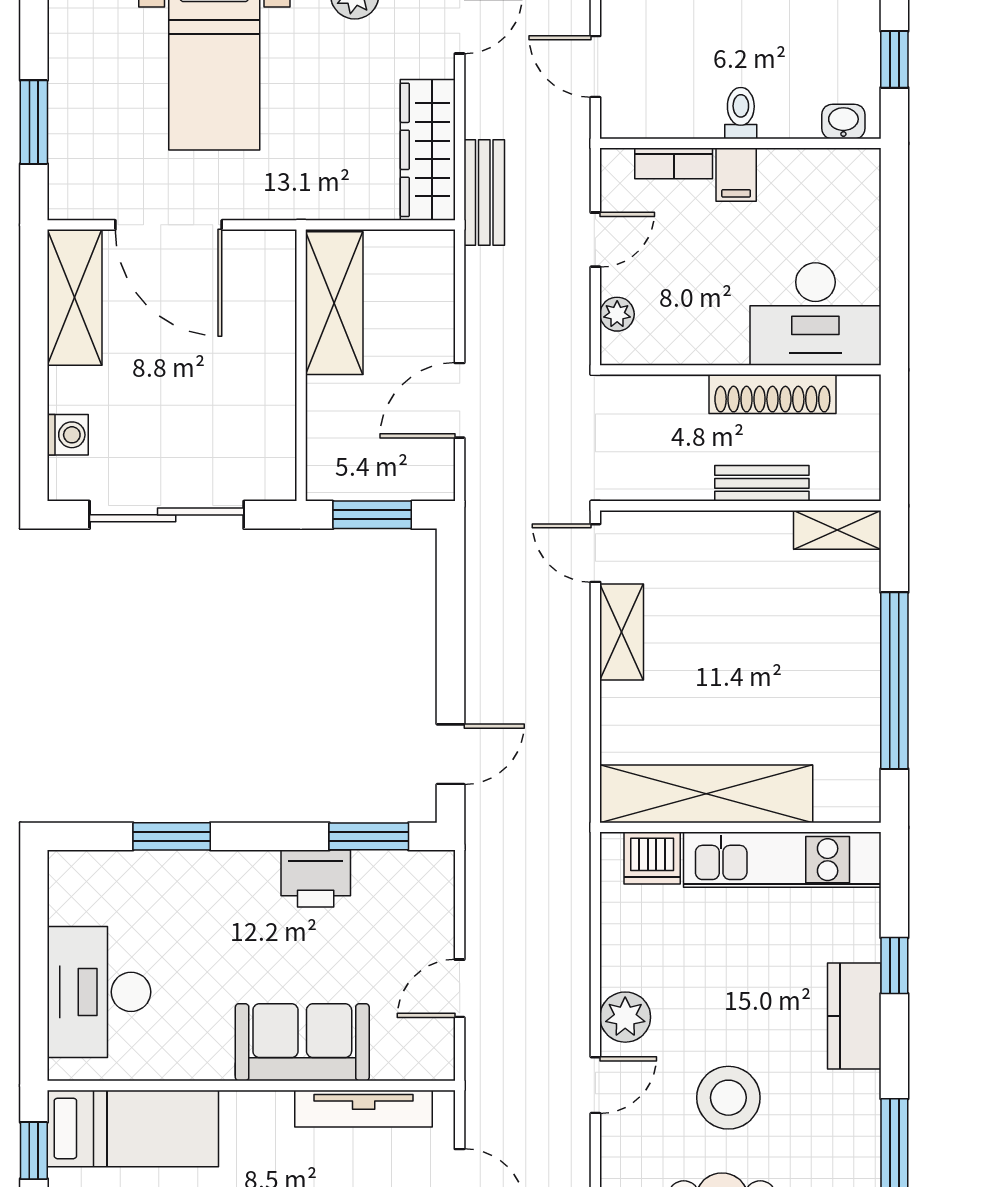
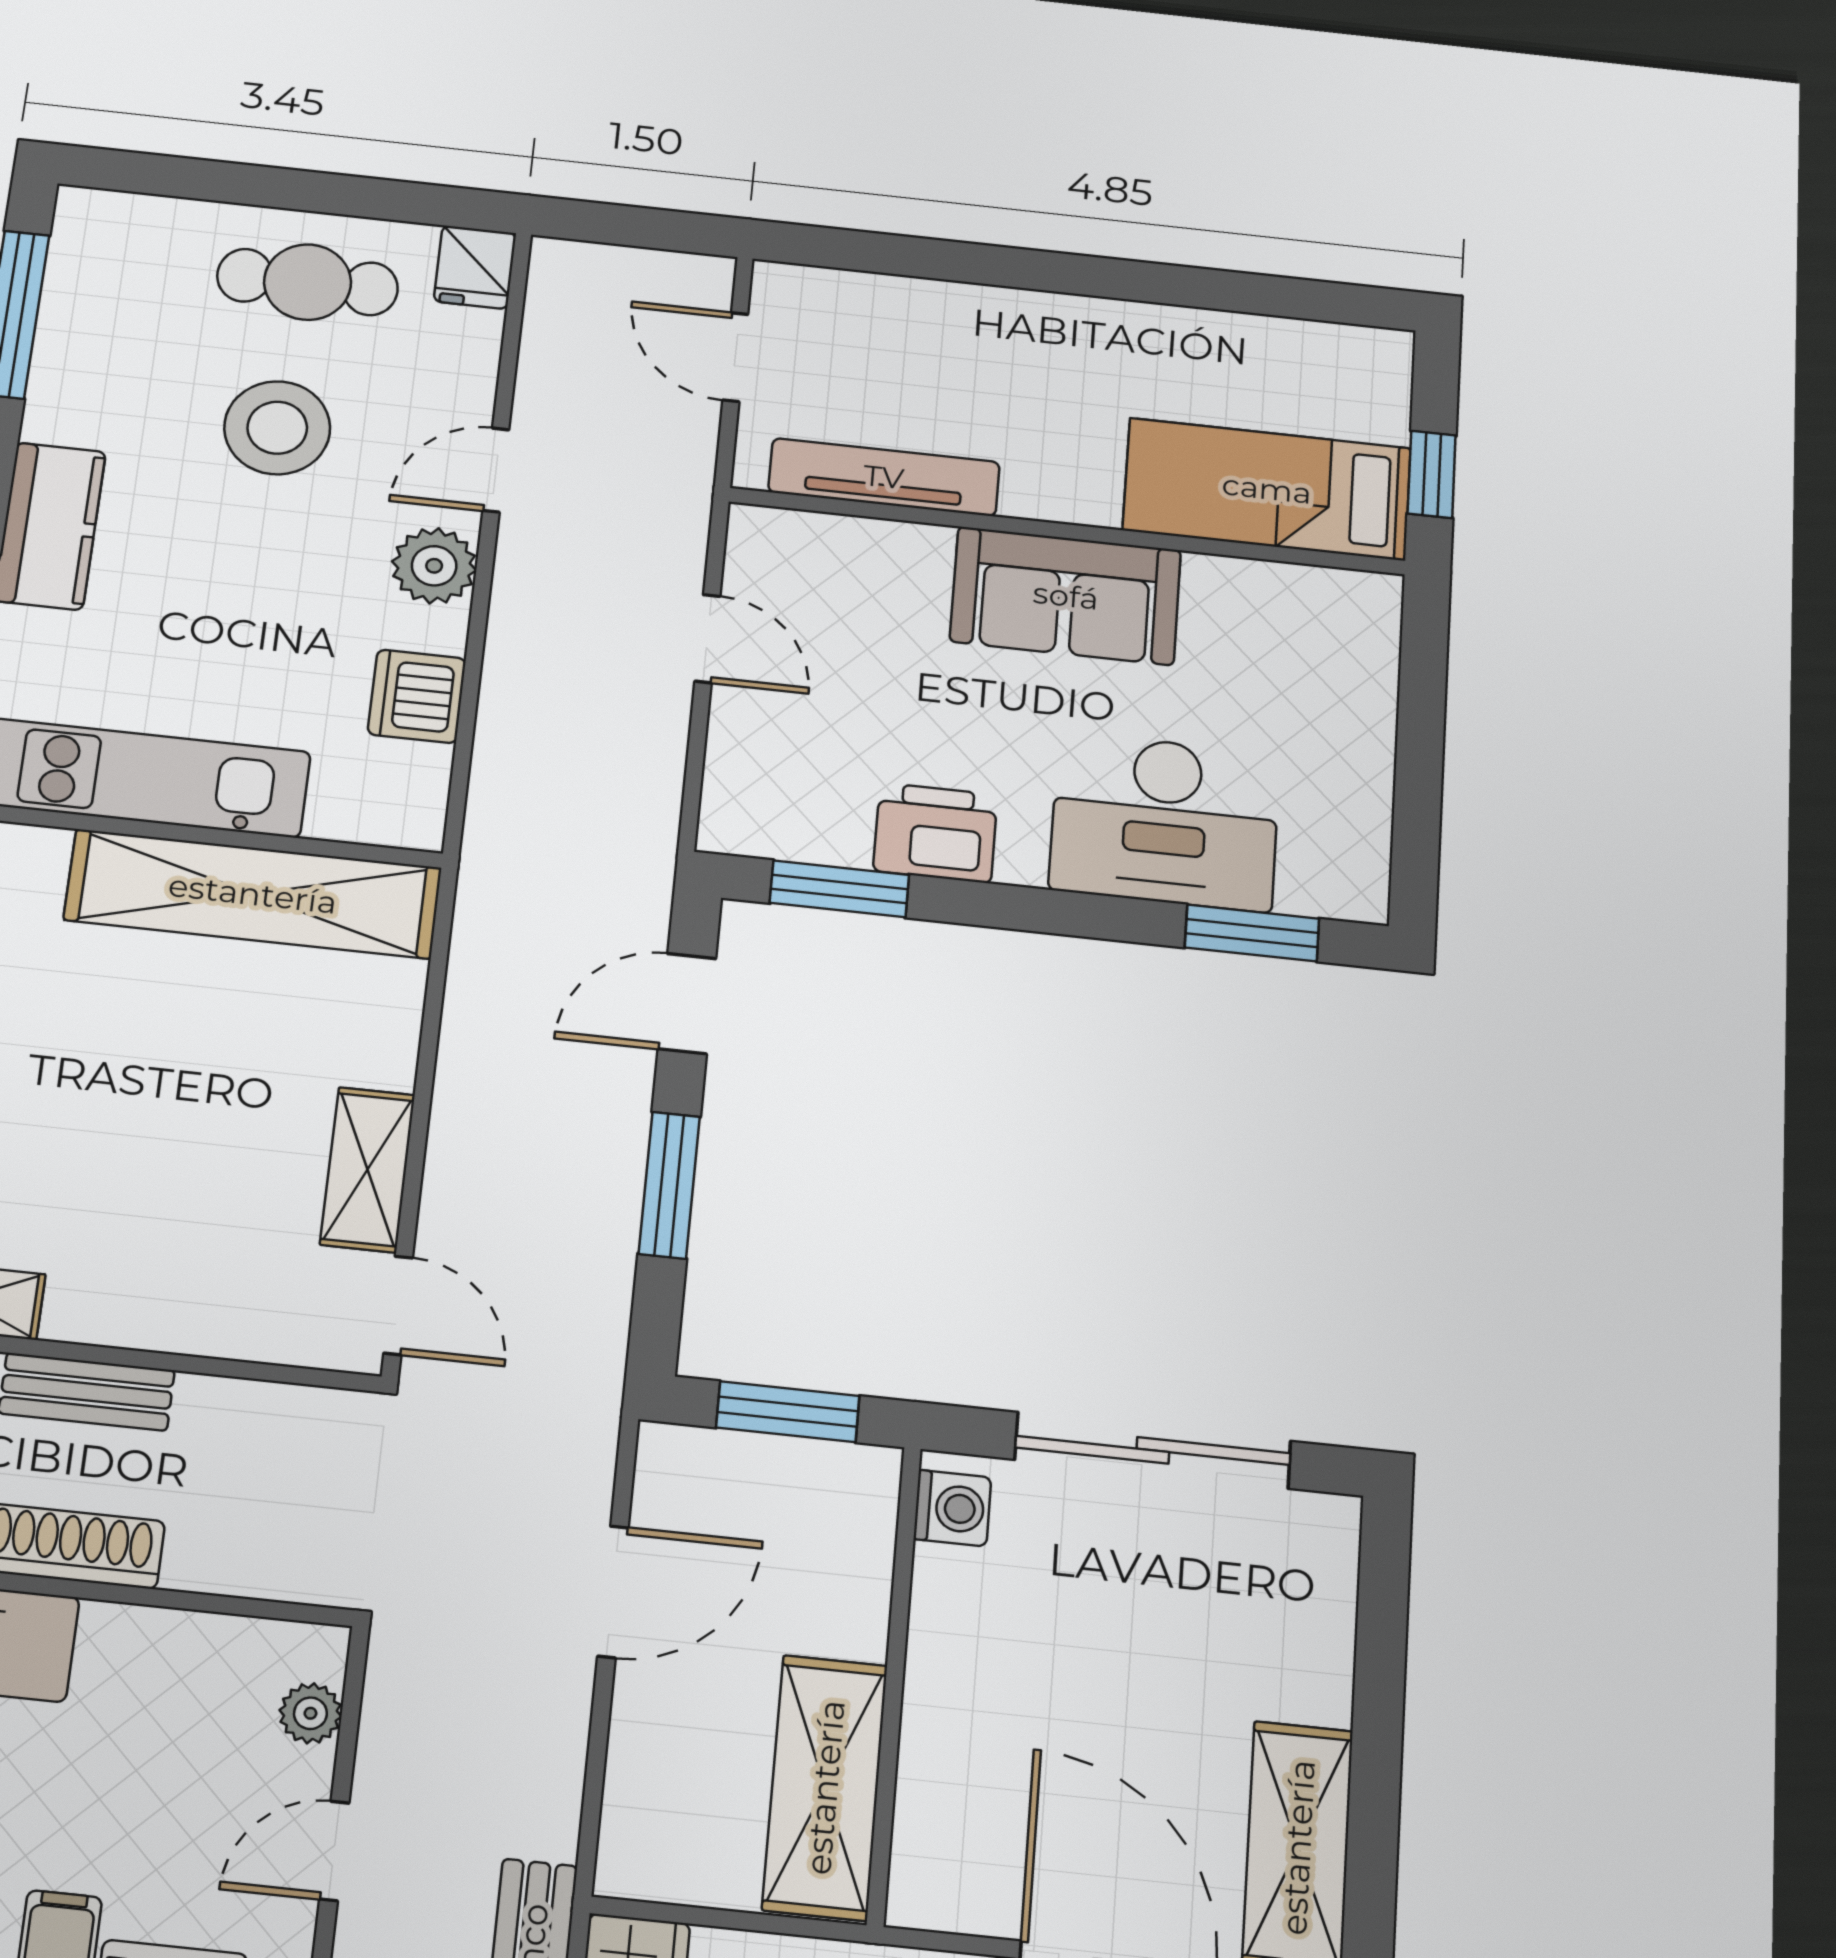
washing machine: (68, 435) -> (952, 1508), moved, turned 180
window: (451, 642) -> (669, 1185), added
window: (172, 836) -> (1252, 933), moved
dishwasher: (652, 858) -> (417, 696), moved, turned -90
door: (460, 988) -> (707, 639), hinge flipped
desk: (99, 992) -> (1165, 822), moved, turned 90
sofa: (302, 1042) -> (1066, 596), moved

